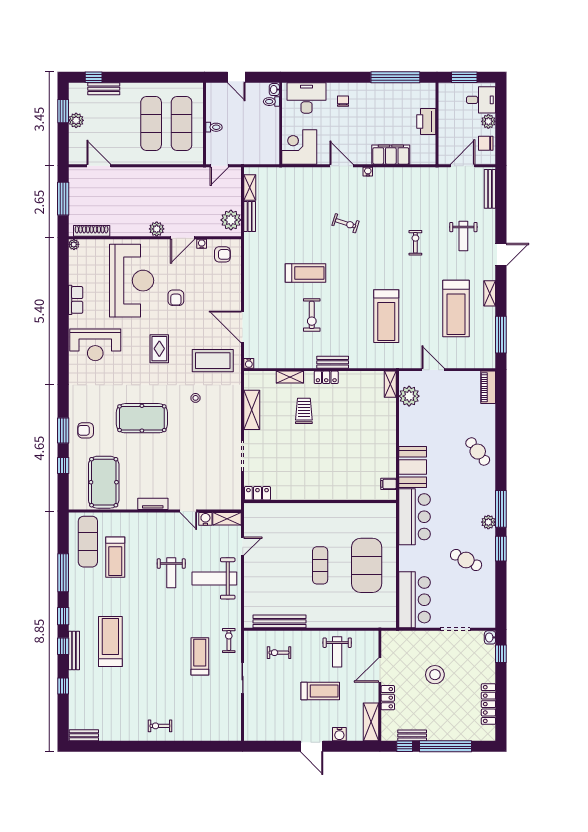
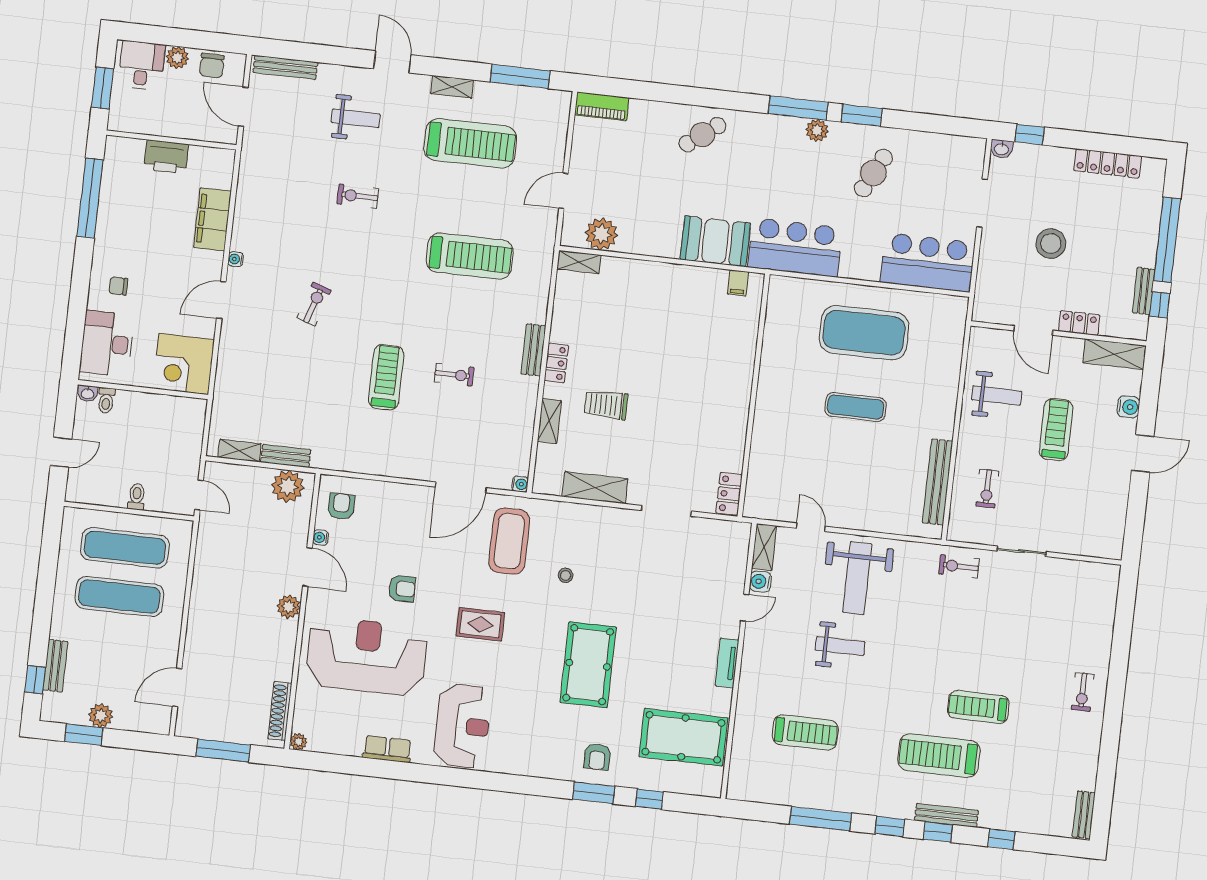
exercise bike: (312, 315) -> (454, 375), width x0.73, depth x0.72
exercise mat: (88, 542) -> (775, 773), removed
treadmill: (200, 656) -> (978, 707), moved

